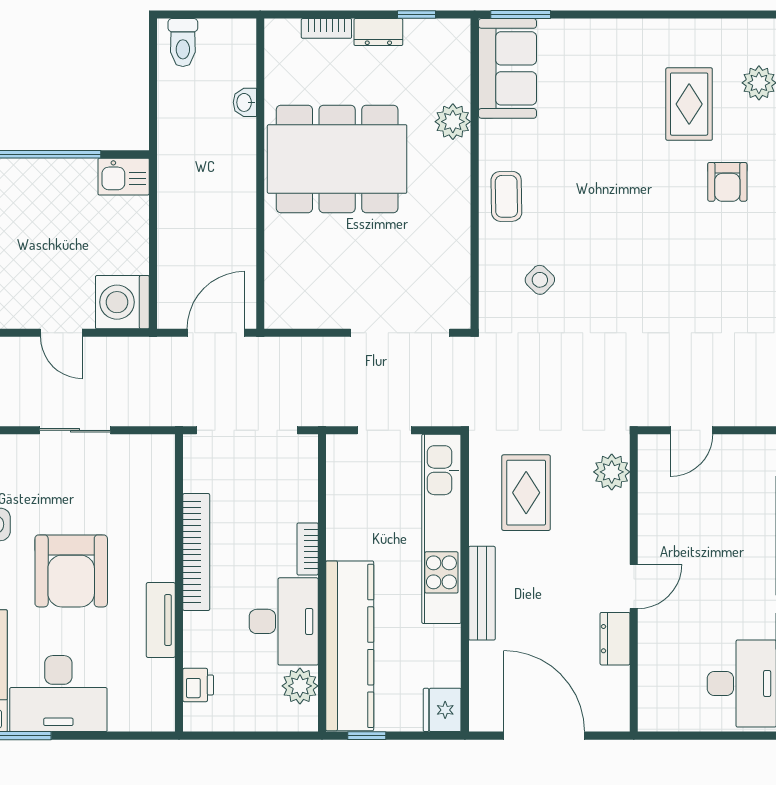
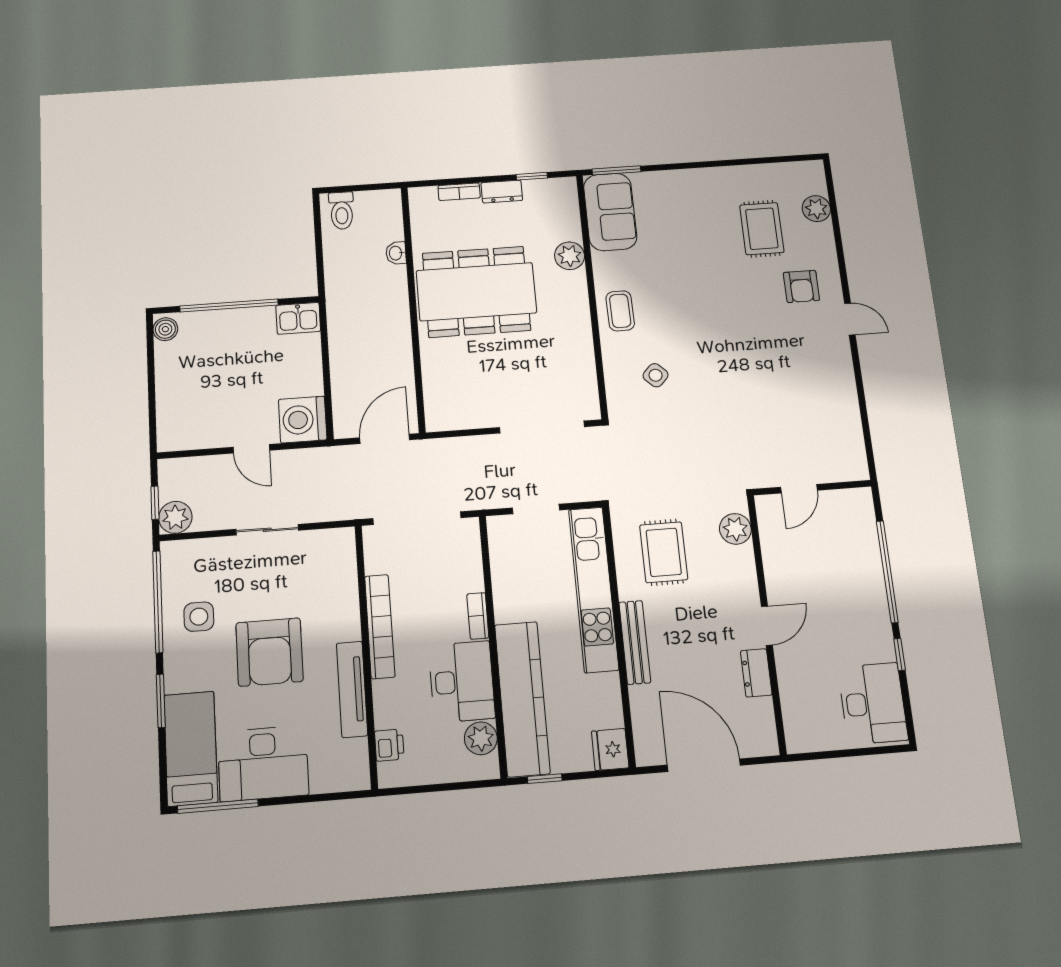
tv unit: (161, 620) -> (352, 689), width x1.41

